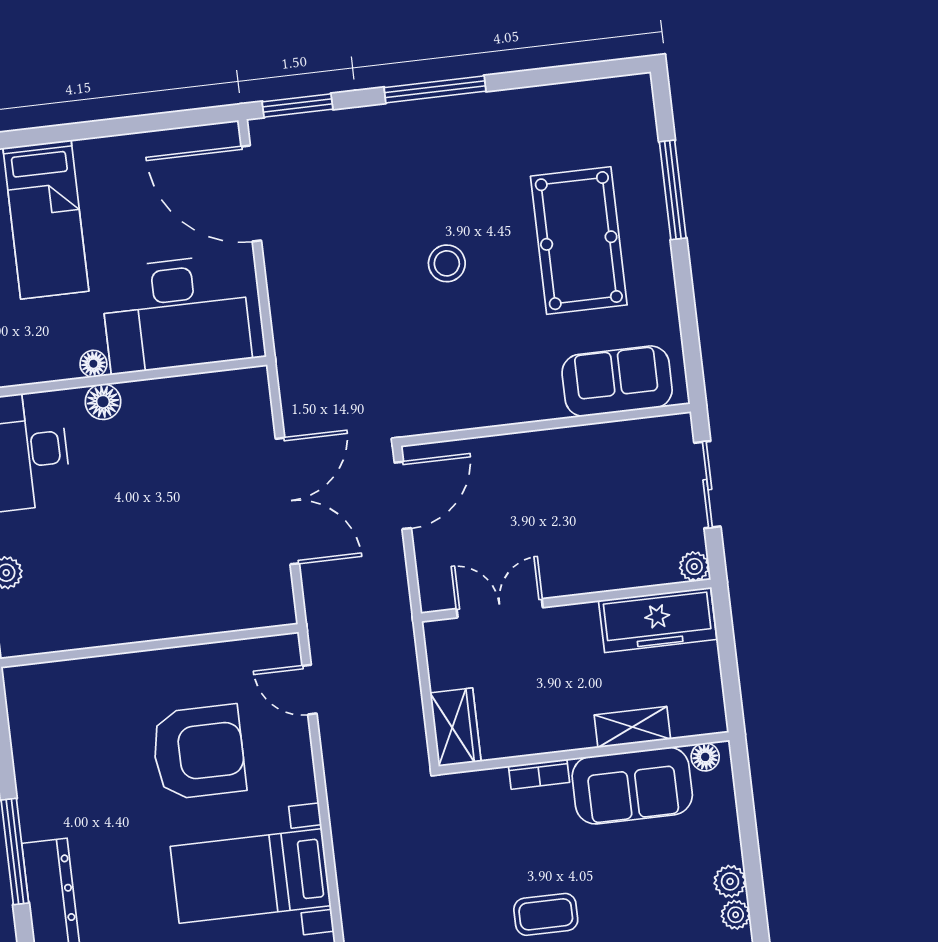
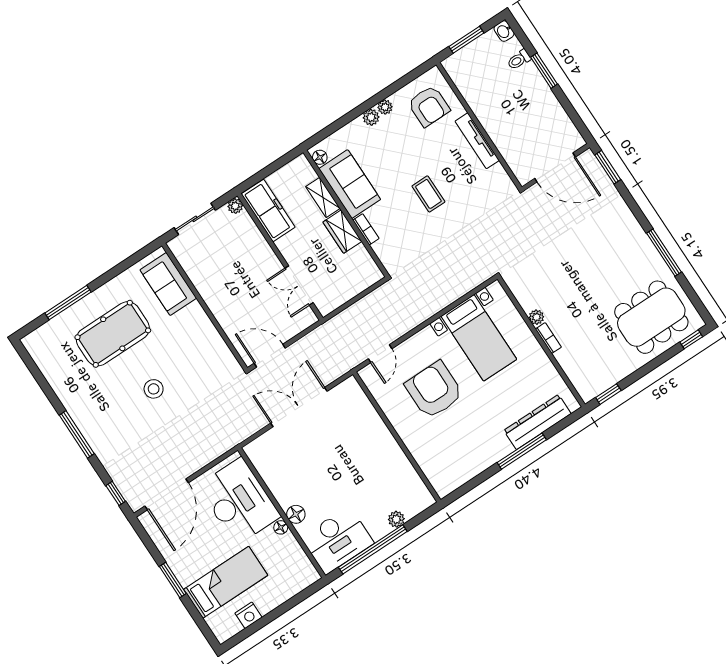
window: (297, 105) -> (116, 493), width x0.67
window: (96, 129) -> (173, 580), added
wardrobe: (456, 727) -> (342, 232), moved, turned -90

